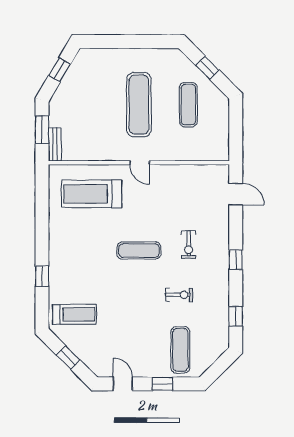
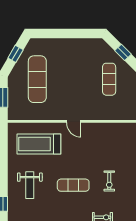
exercise mat: (139, 105) -> (37, 79), moved
bench: (55, 144) -> (12, 108), removed
weight bench: (79, 251) -> (30, 185), added

